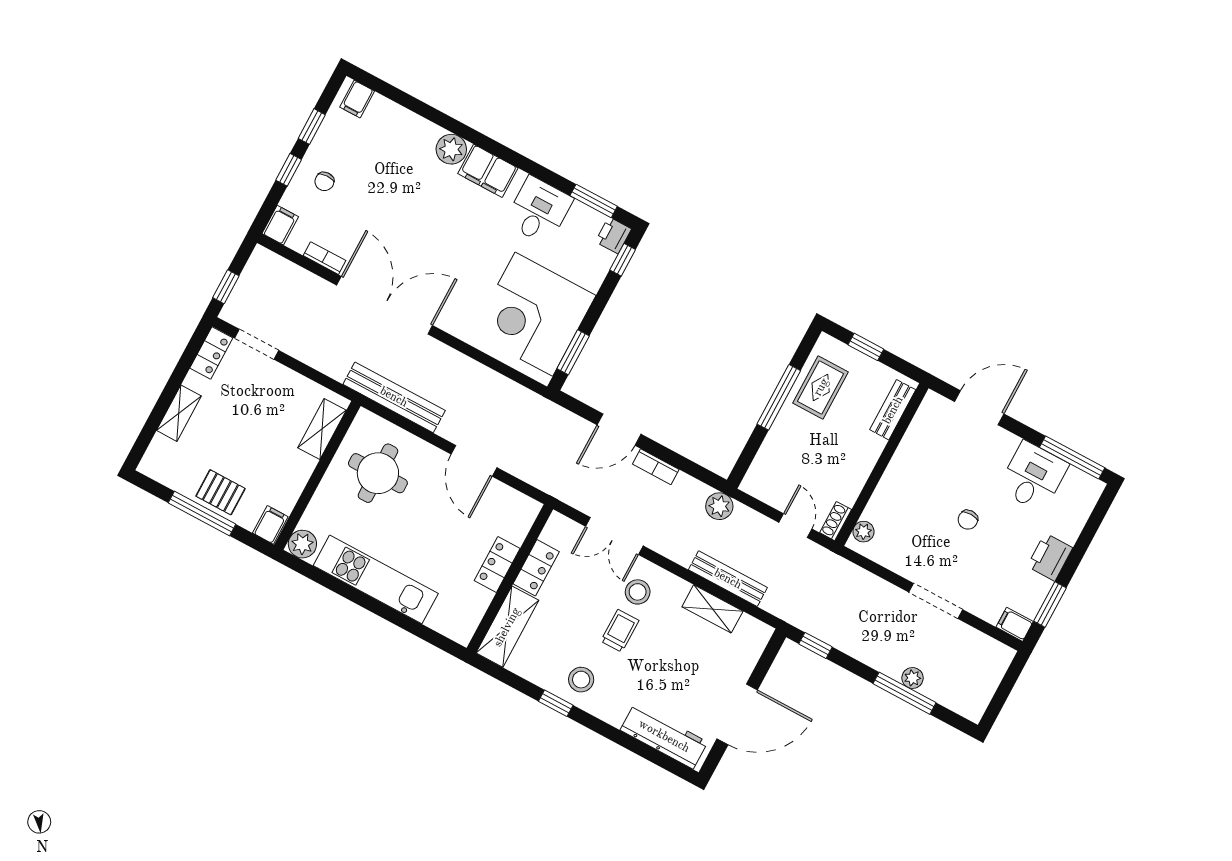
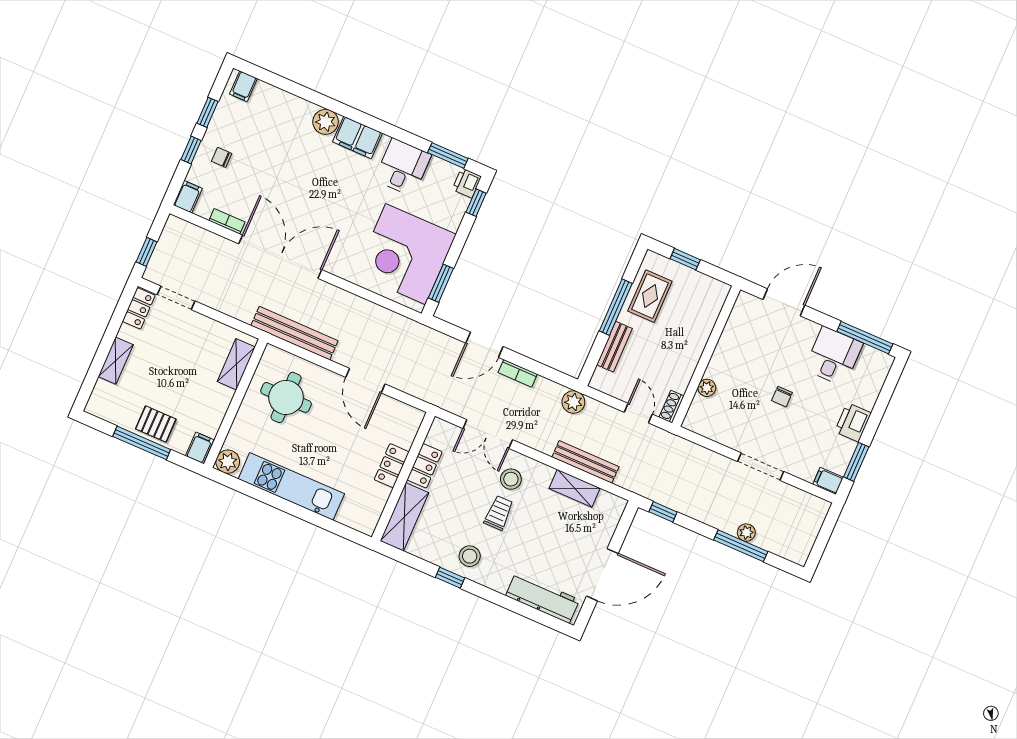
chair: (324, 181) -> (222, 157), turned 92
bench: (893, 410) -> (614, 347), moved
plant: (863, 532) -> (707, 388), moved

